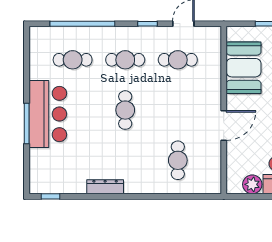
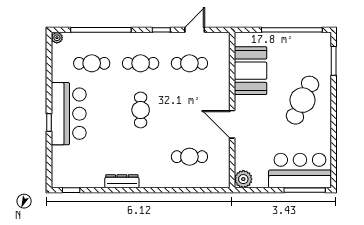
plant: (35, 32) -> (57, 38), added
window: (27, 123) -> (49, 122), width x0.46
door: (224, 125) -> (232, 124), swing flipped
cafe table: (178, 160) -> (189, 157), turned 90
plant: (252, 184) -> (243, 179), moved

